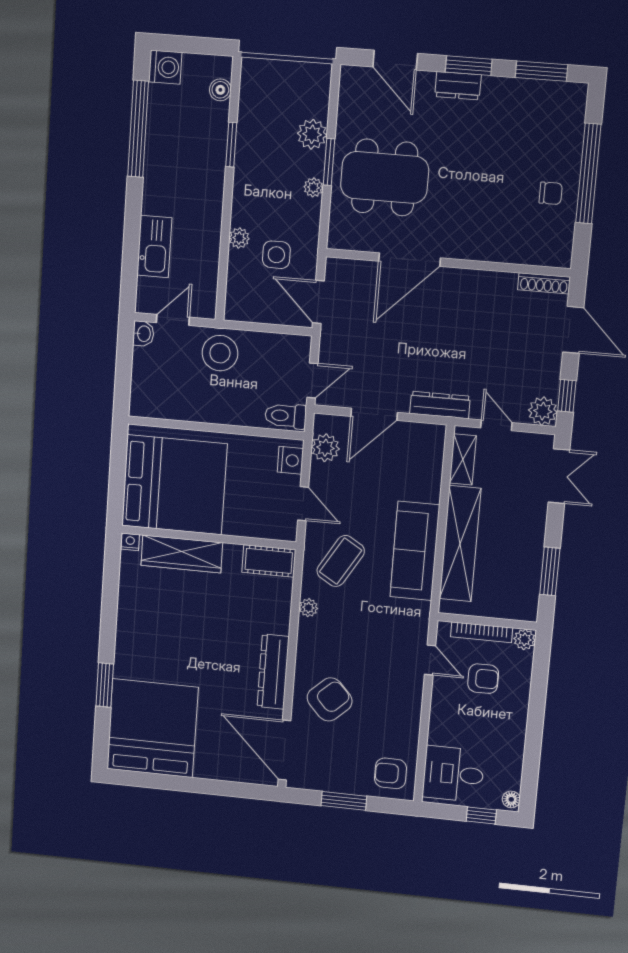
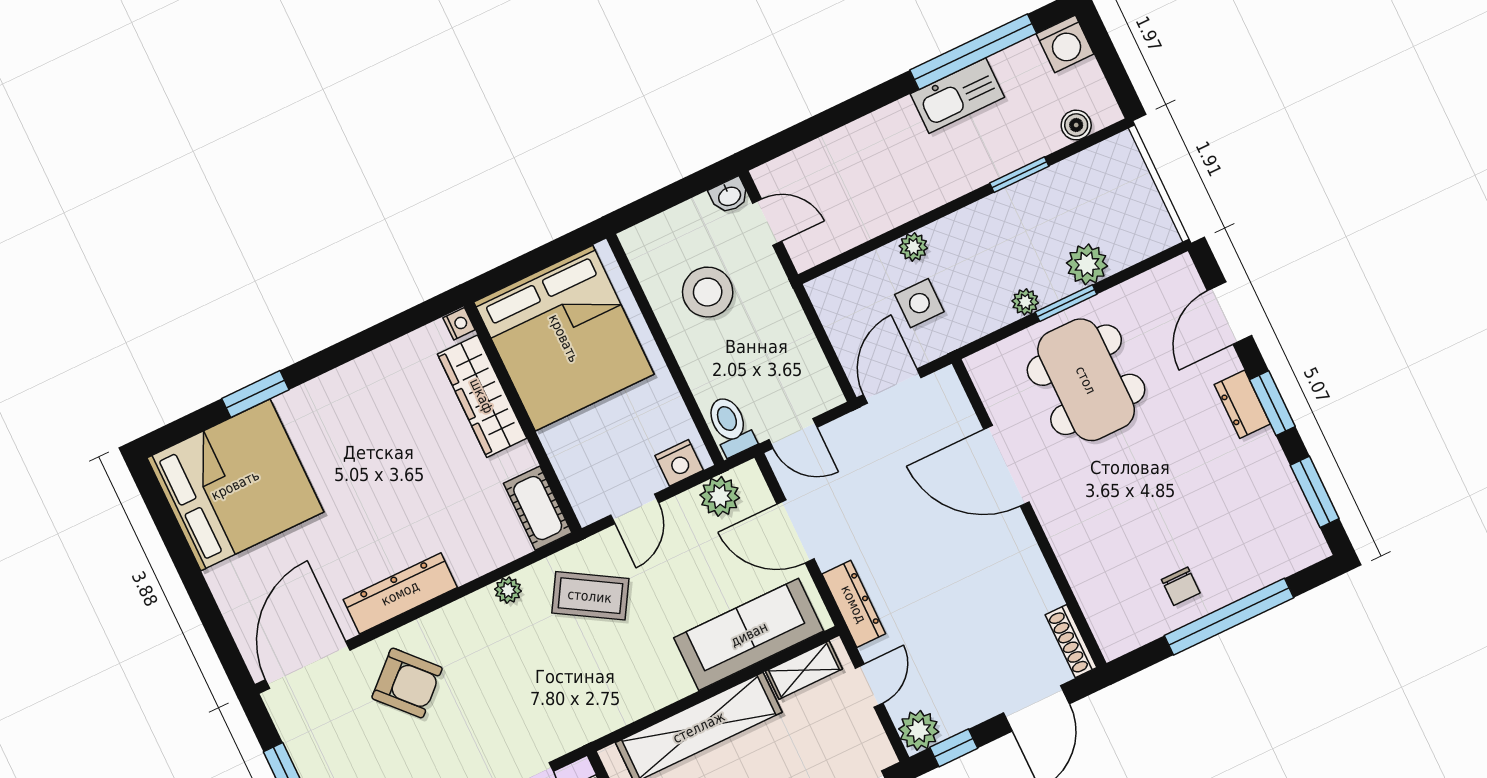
kitchen sink: (154, 247) -> (957, 96), moved
stool: (220, 353) -> (708, 292), moved
sofa: (415, 551) -> (749, 634), moved

